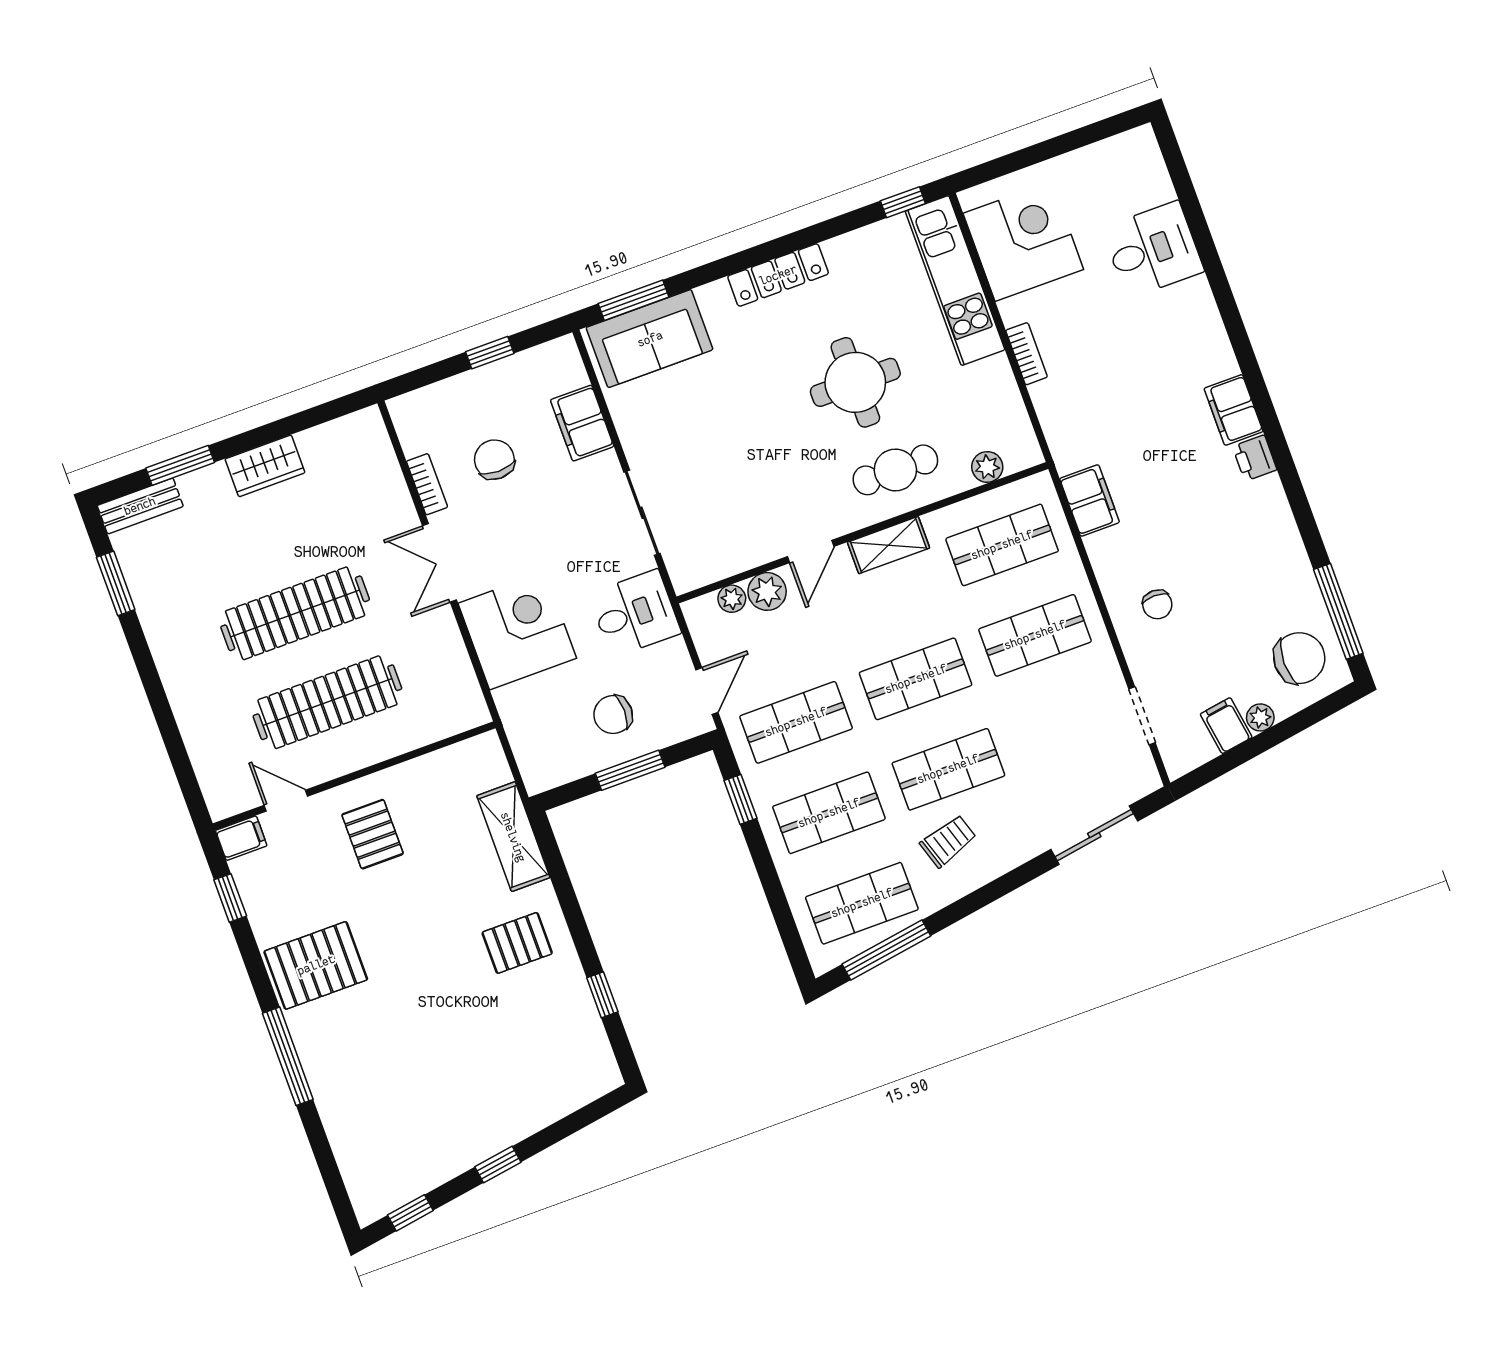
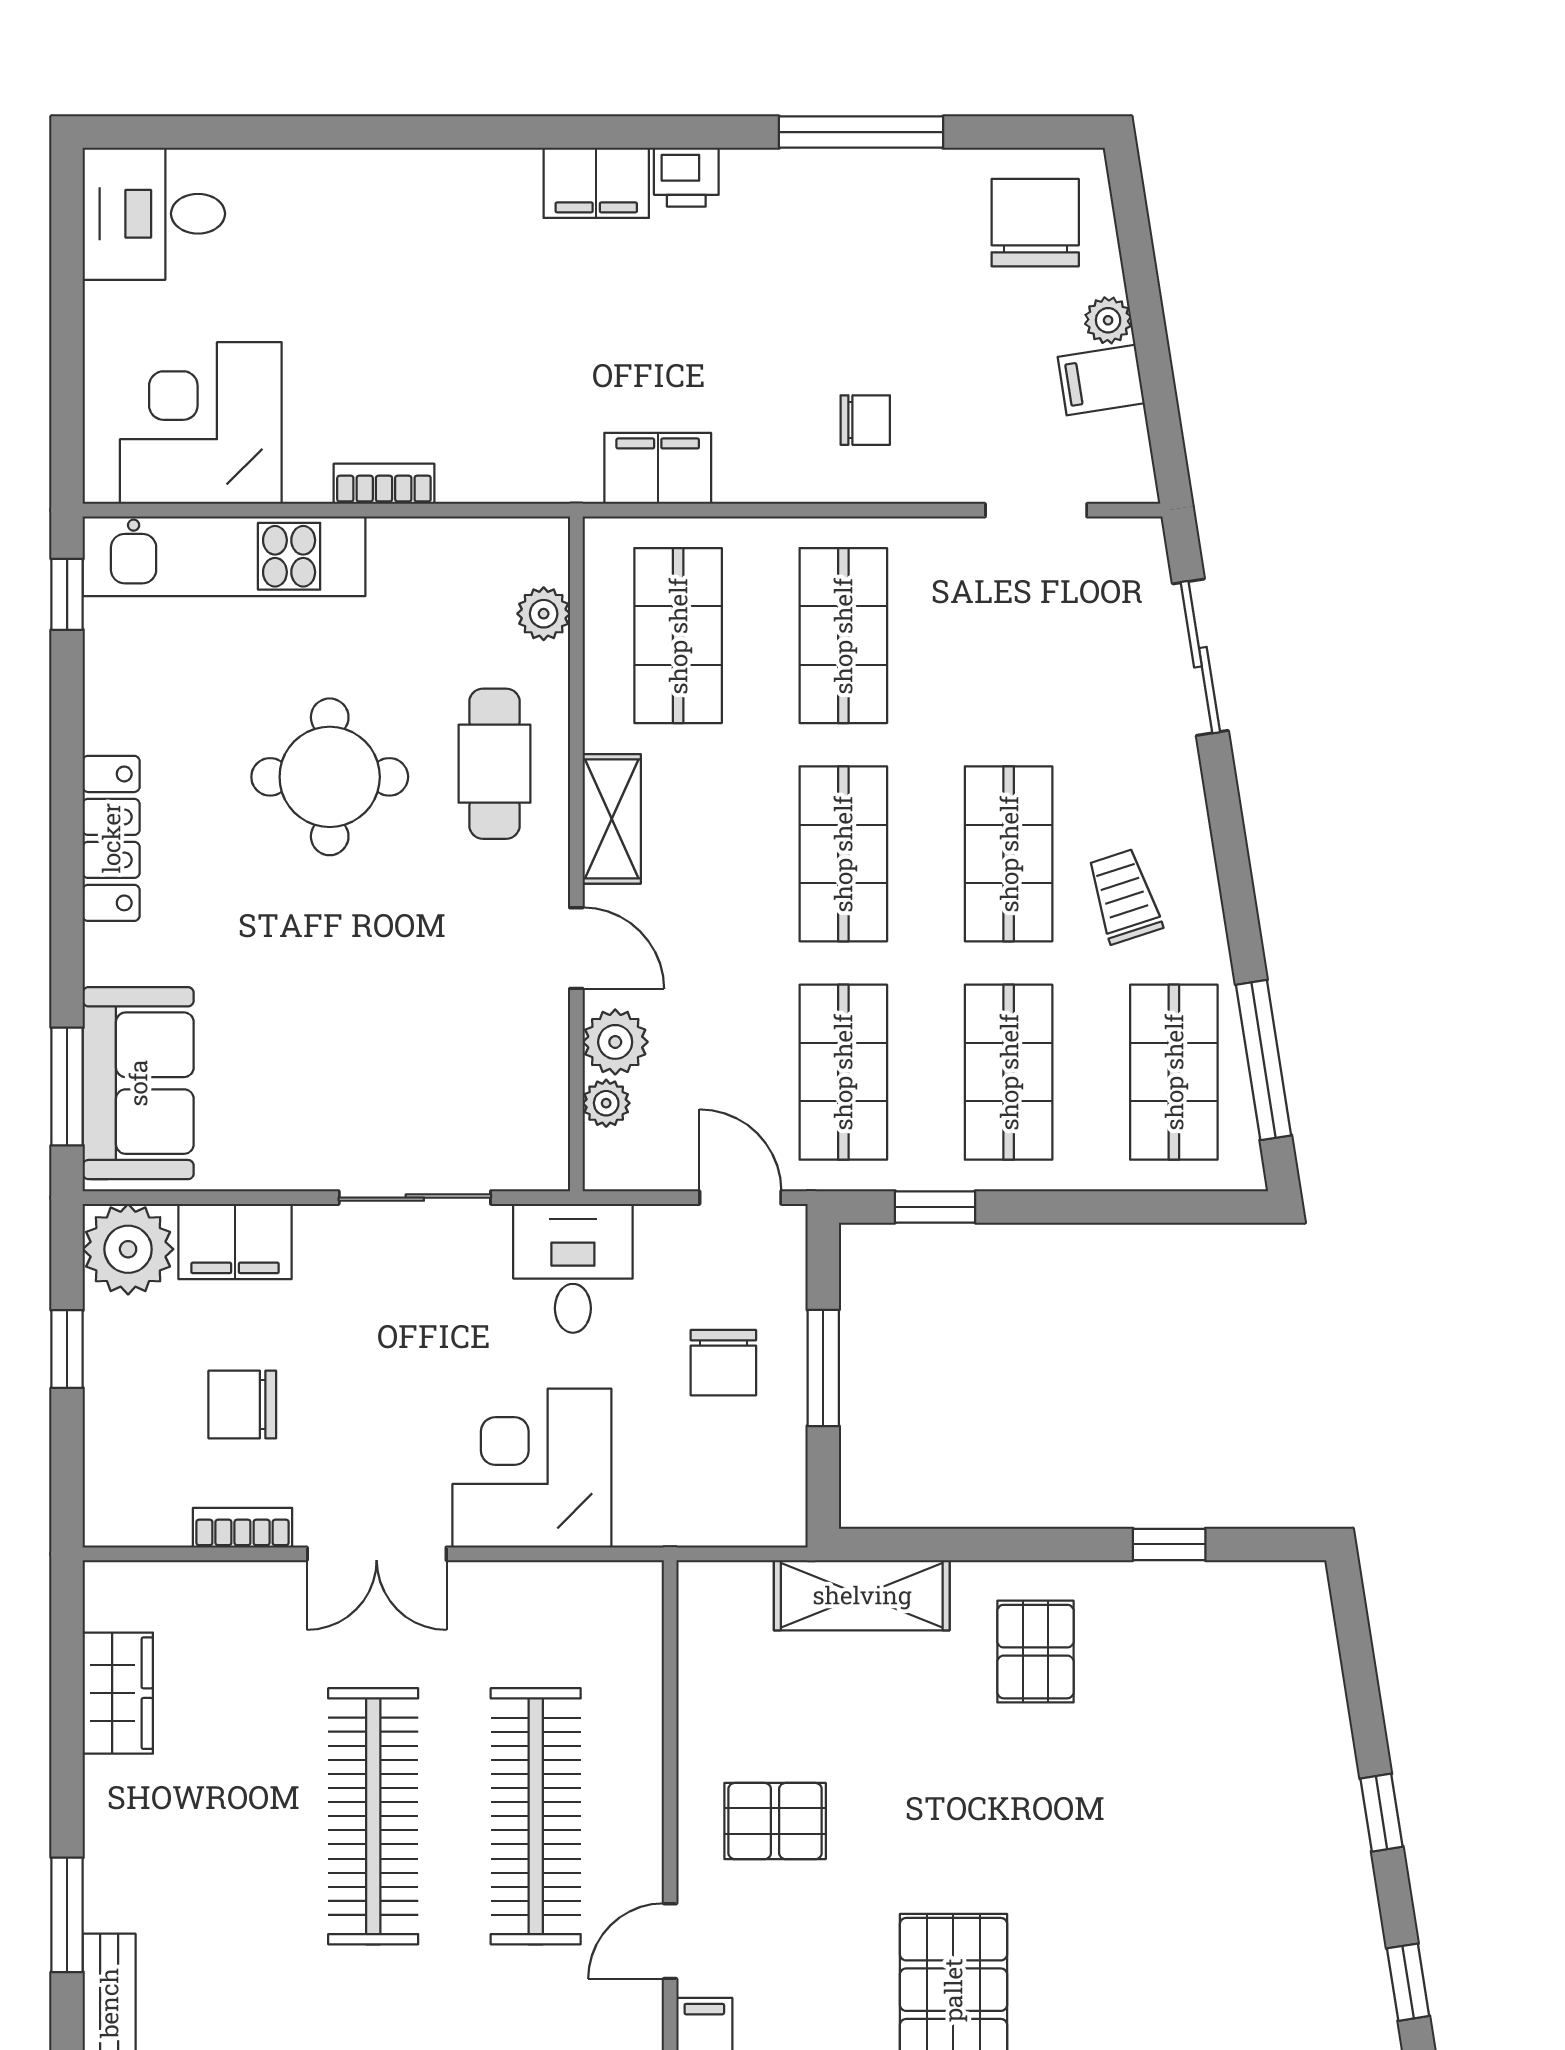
desk: (1153, 250) -> (154, 214), moved, turned -90
plant: (557, 366) -> (128, 1249), added
wardrobe: (265, 466) -> (118, 1693), moved
window: (1338, 611) -> (861, 132), moved

